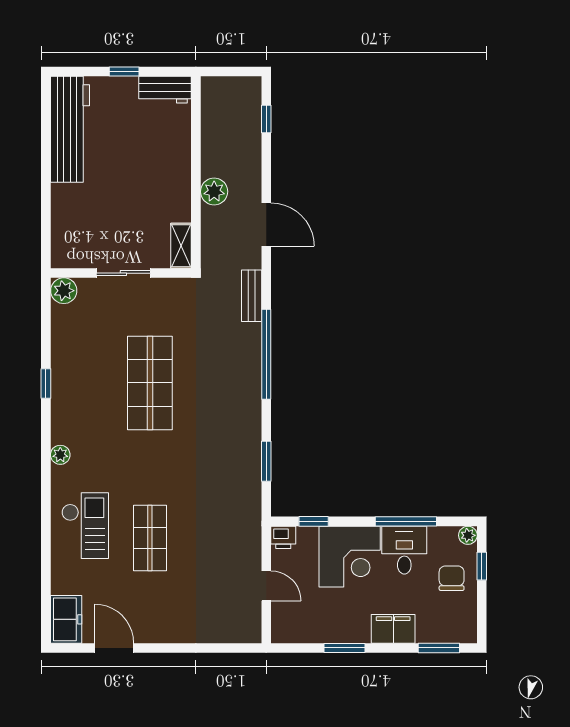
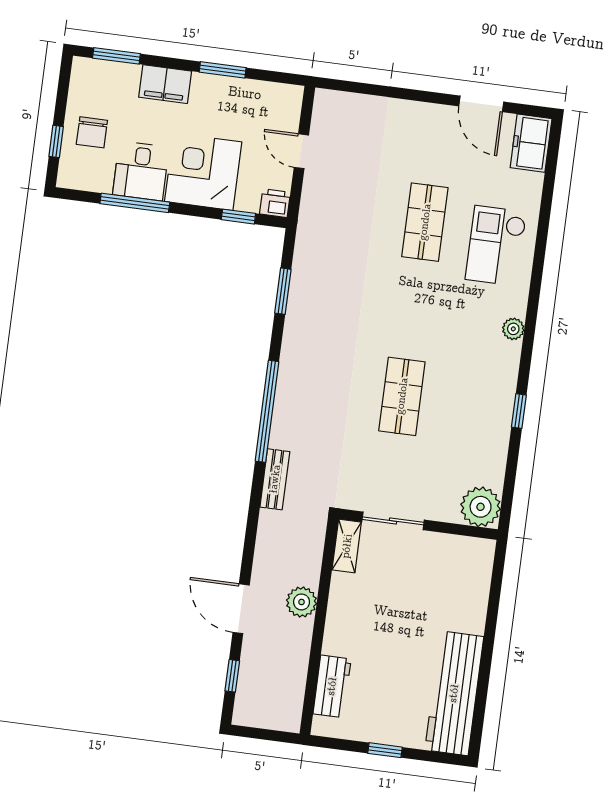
workbench: (165, 90) -> (332, 686), moved, turned 90
door: (266, 225) -> (241, 609), moved
sliding door: (123, 273) -> (393, 521), moved
plant: (64, 291) -> (481, 507), width x1.36, depth x1.36
shop shelf: (150, 383) -> (402, 396), width x0.70, depth x0.74
plant: (468, 535) -> (67, 178), removed

